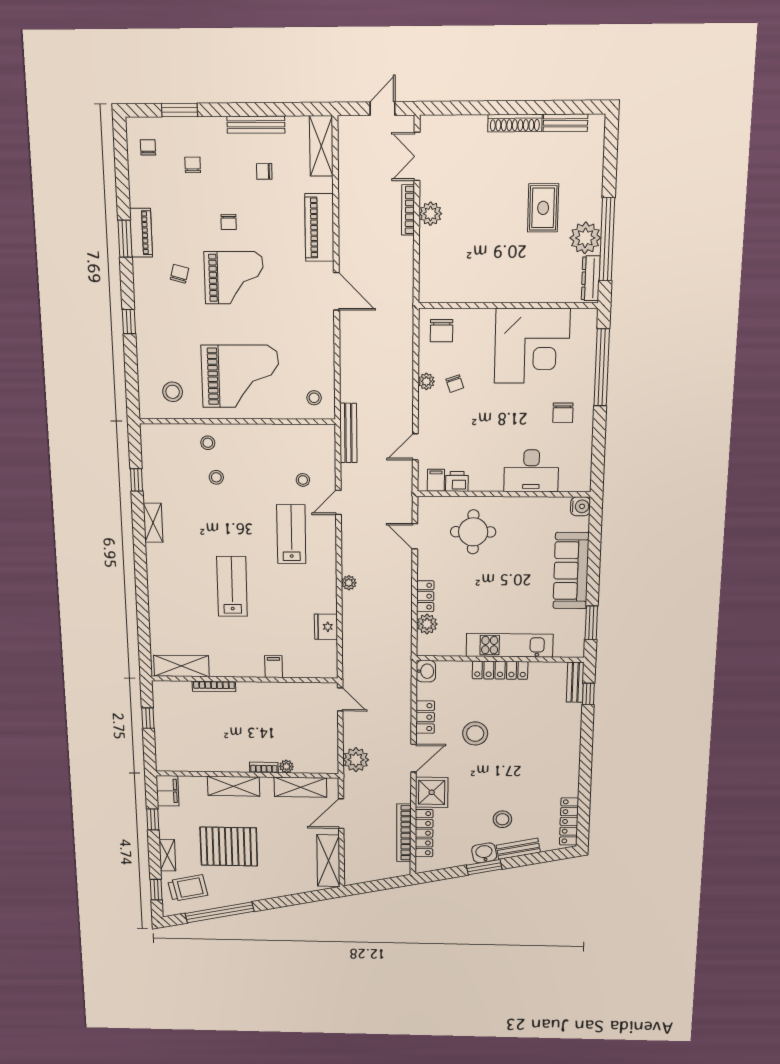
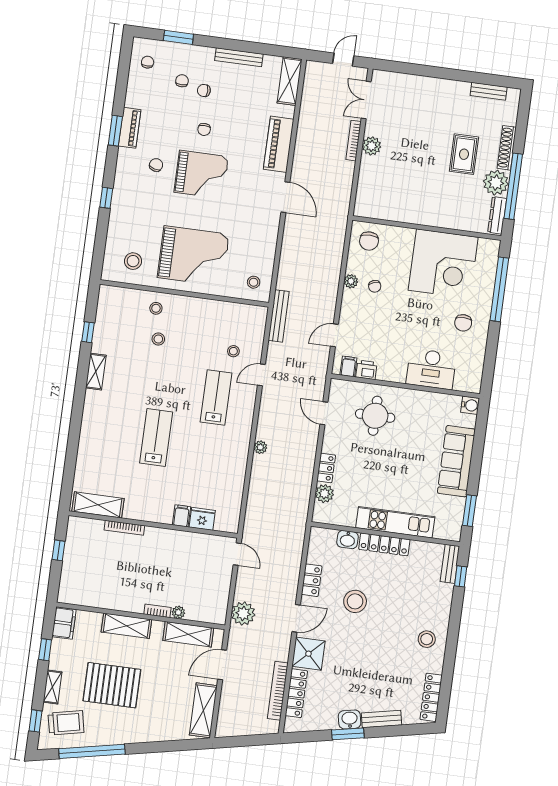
shoe rack: (515, 123) -> (507, 148), moved, turned 90
chair: (264, 171) -> (204, 90), moved
fridge: (326, 627) -> (202, 519), moved, turned 90
washbasin: (426, 671) -> (348, 540), moved, turned 90
stool: (502, 819) -> (427, 639), moved

